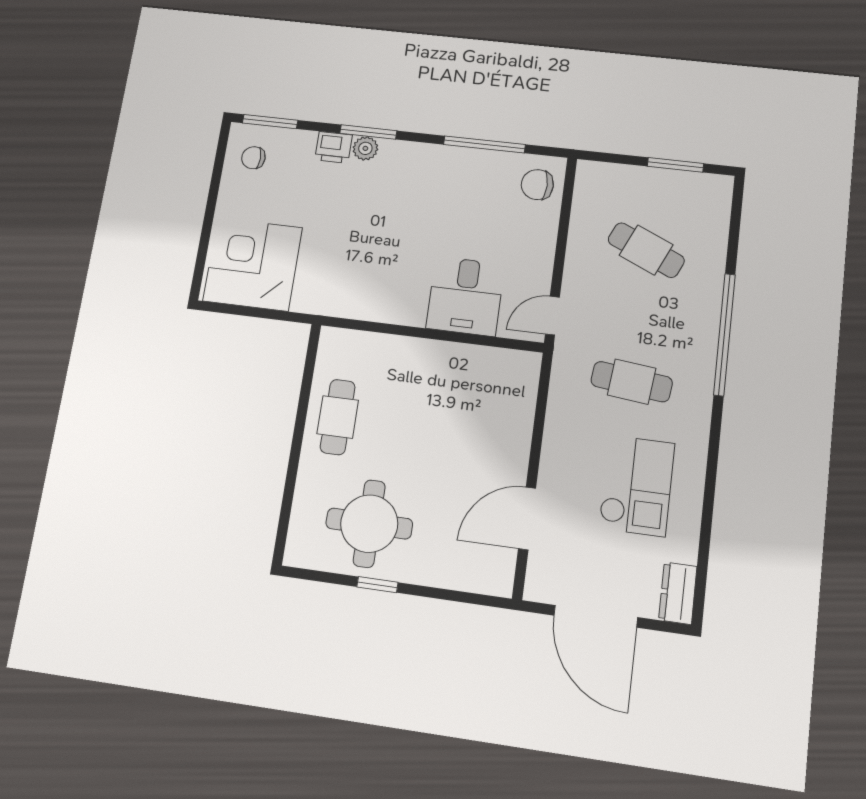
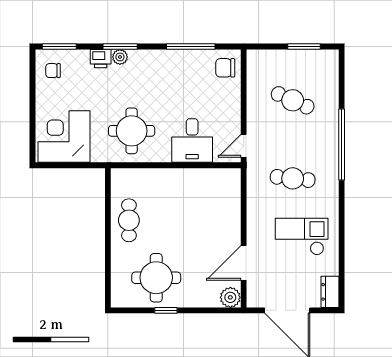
round table: (366, 268) -> (132, 131), added
checkout: (637, 486) -> (302, 237), turned -90
plant: (495, 578) -> (230, 297), added

